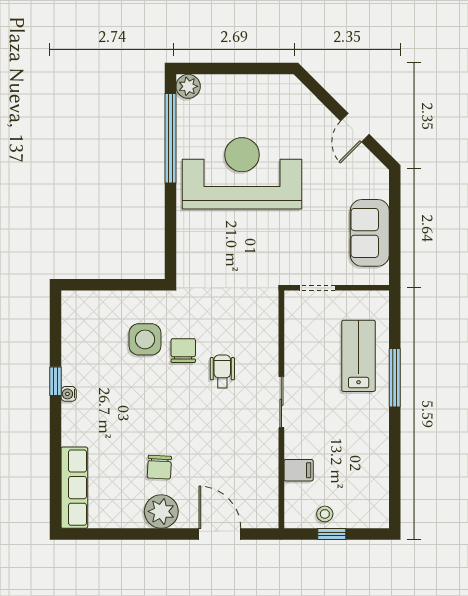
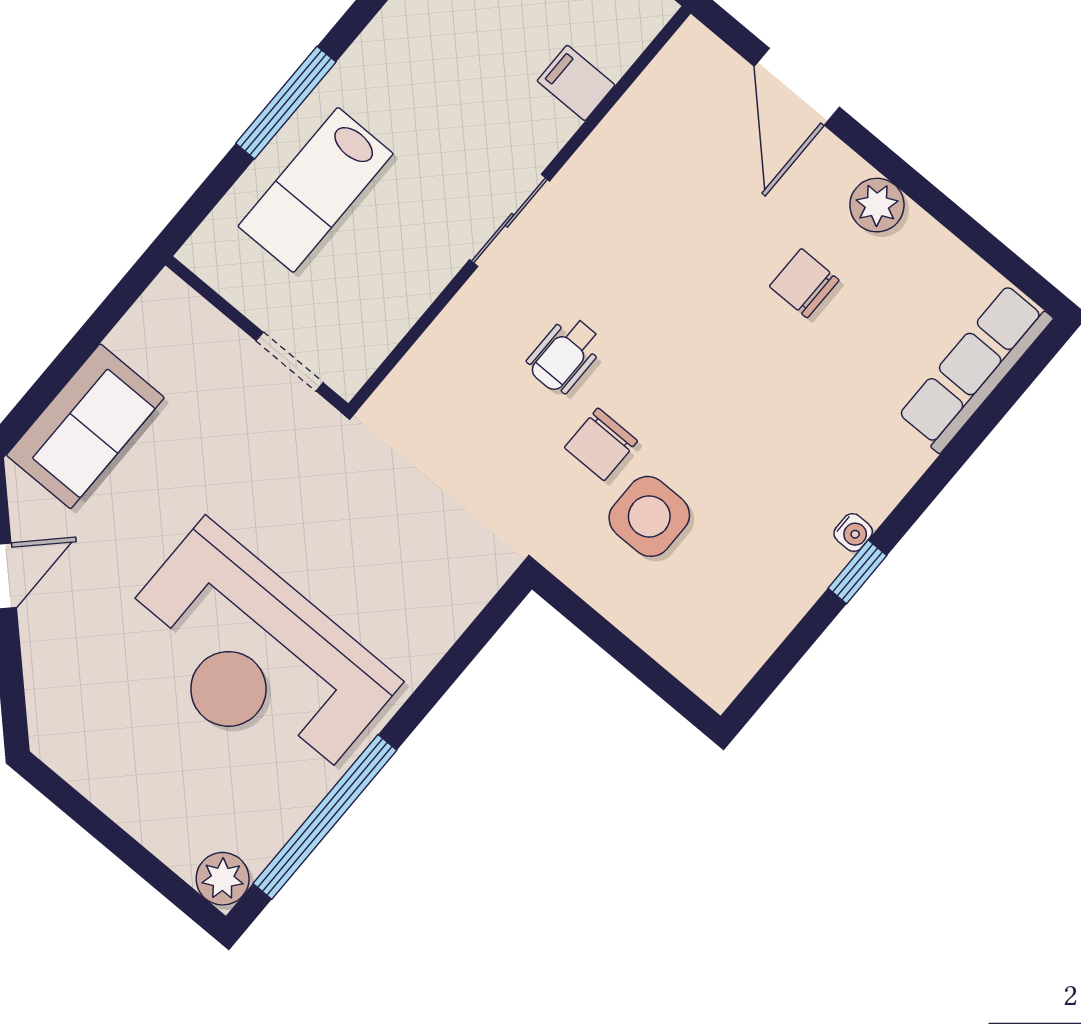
sofa: (370, 233) -> (85, 426), moved
chair: (159, 467) -> (804, 283), turned -93
plant: (161, 511) -> (877, 205), width x0.73, depth x0.73

